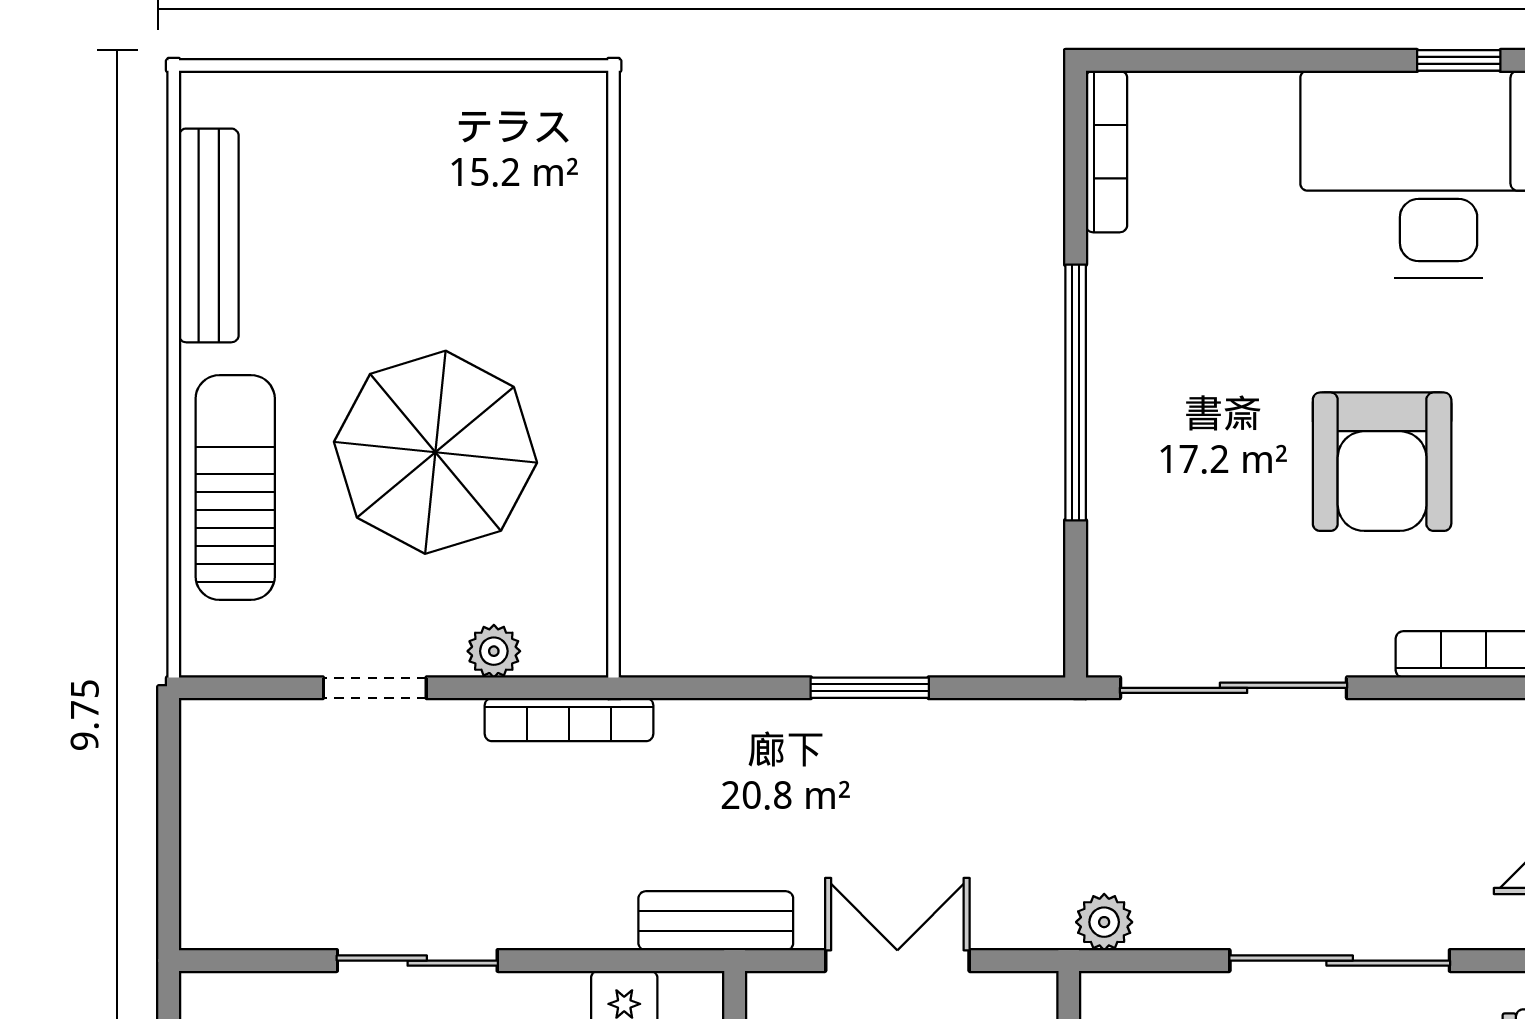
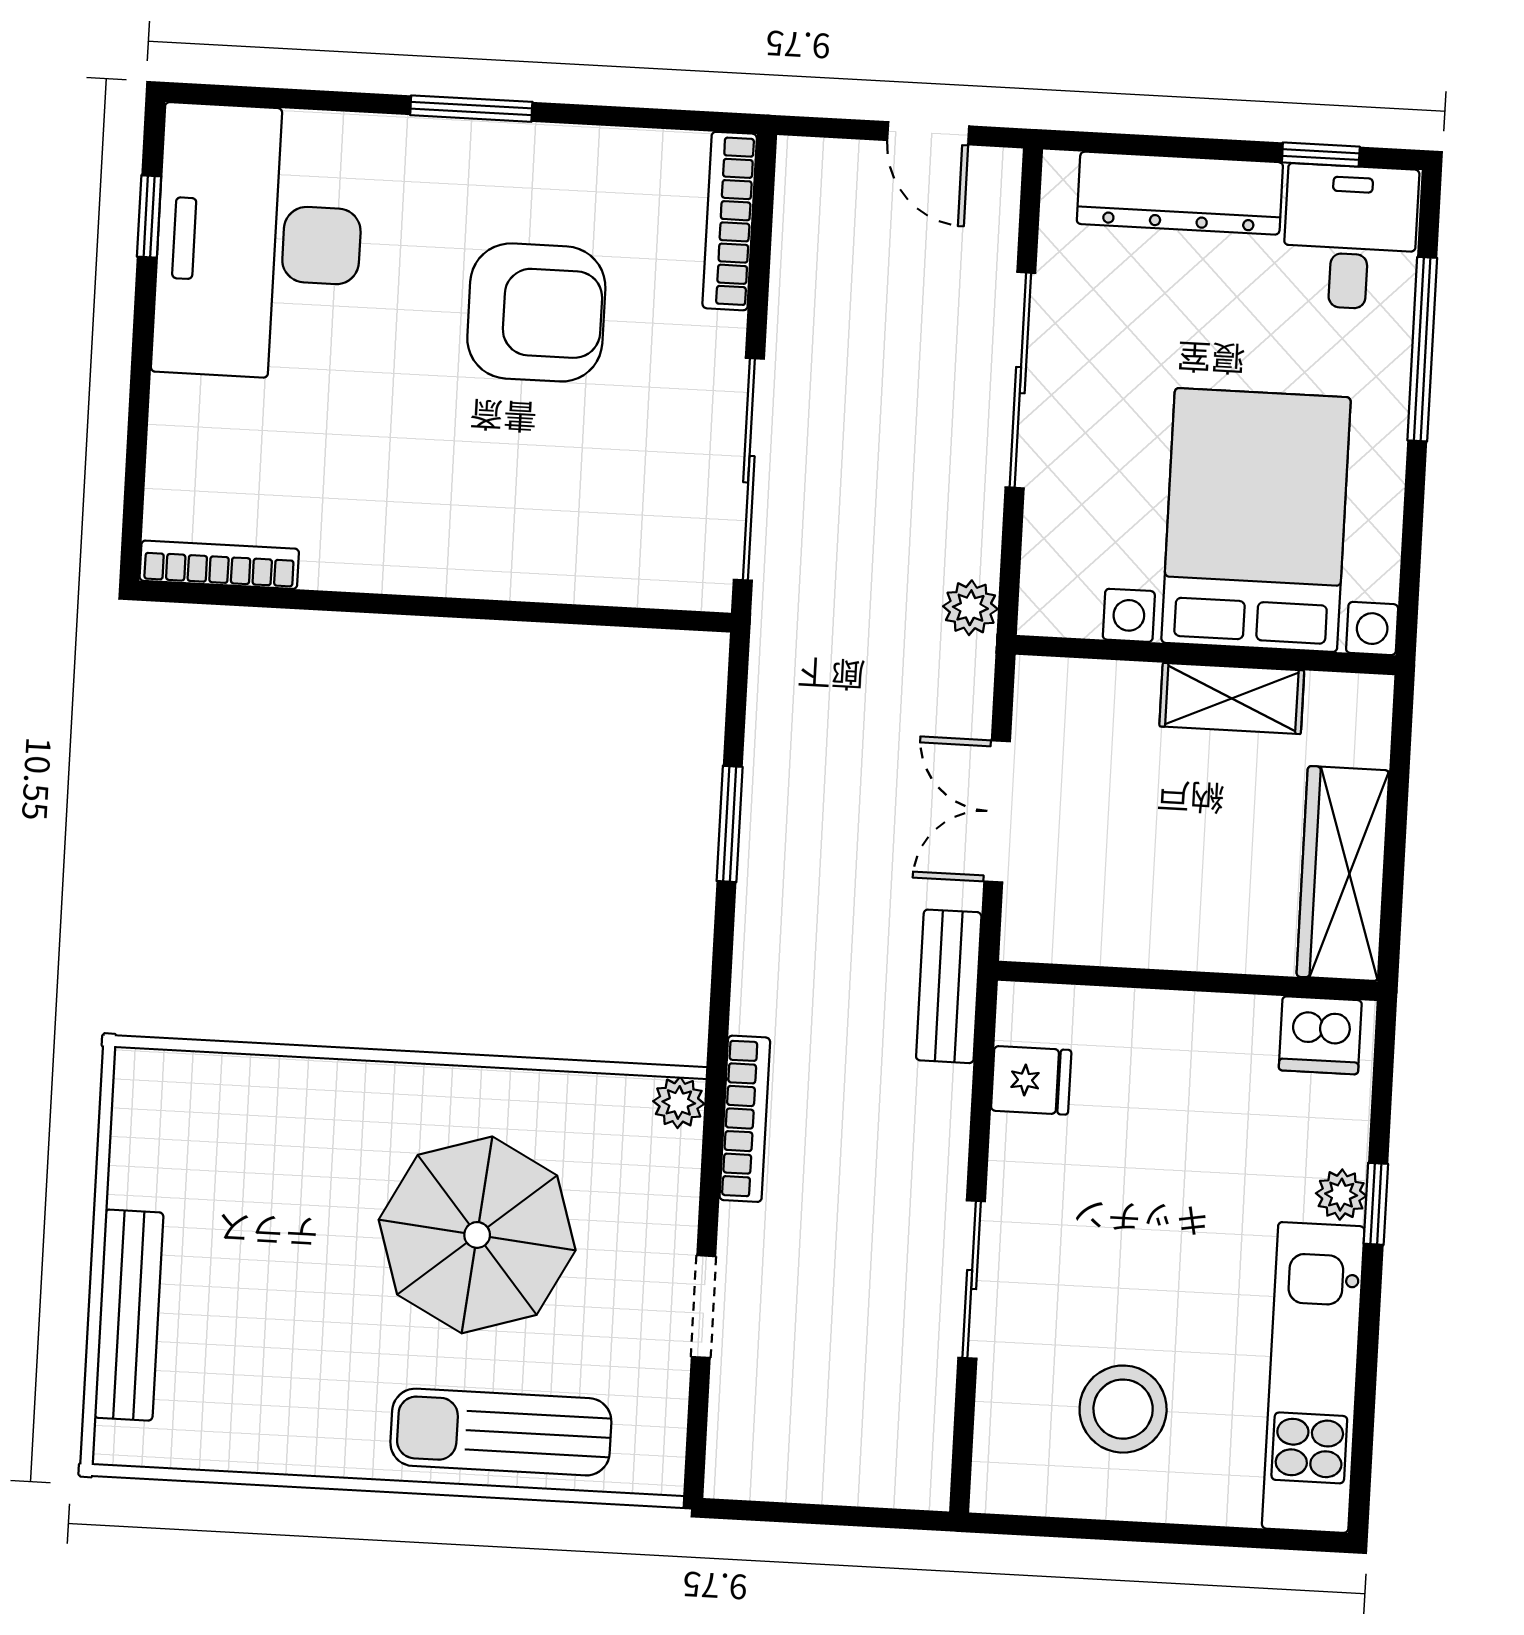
bench: (209, 235) -> (129, 1315), moved, turned 90
window: (1076, 393) -> (453, 608), removed
plant: (494, 651) -> (679, 1102), moved

